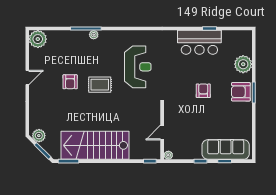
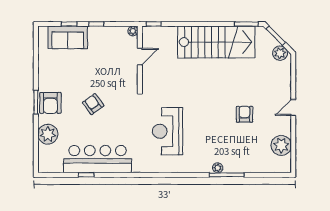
plant: (38, 39) -> (281, 145), moved
bar counter: (199, 42) -> (98, 159), width x1.36
door: (27, 78) -> (293, 107), moved
rug: (100, 85) -> (211, 111), removed
armchair: (203, 91) -> (93, 104), turned 144
armchair: (241, 92) -> (50, 103), turned 90
sofa: (226, 149) -> (68, 37), width x0.73

